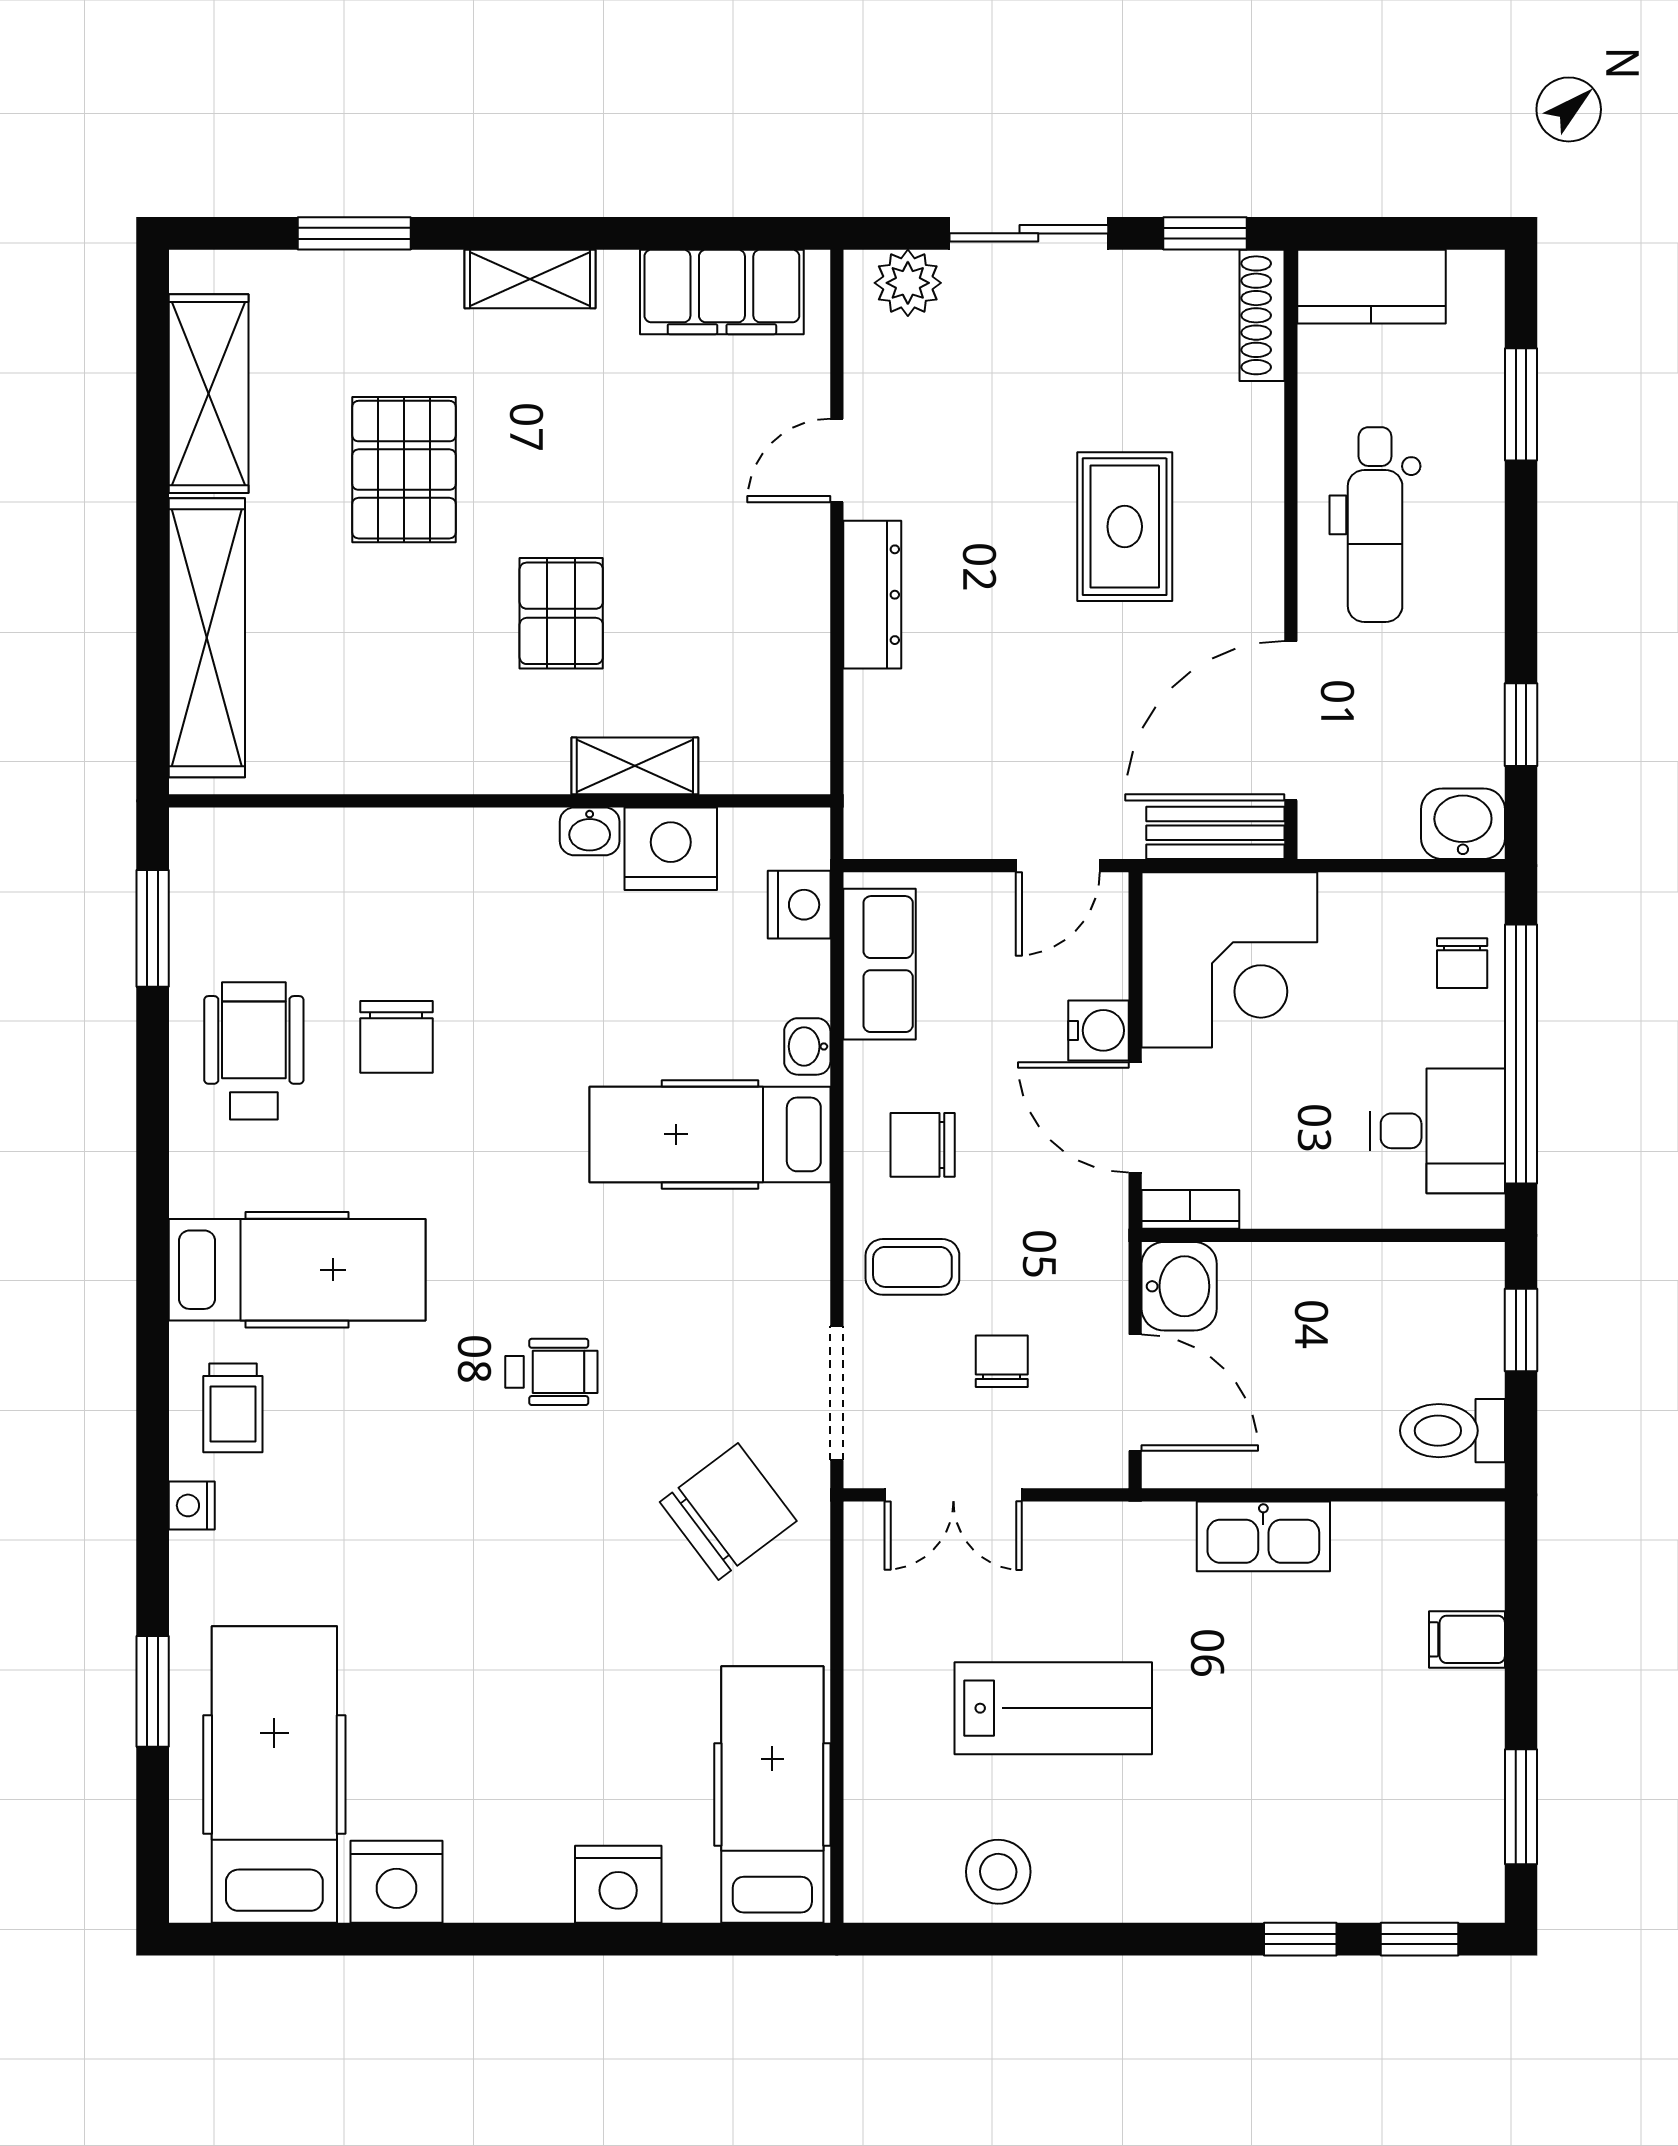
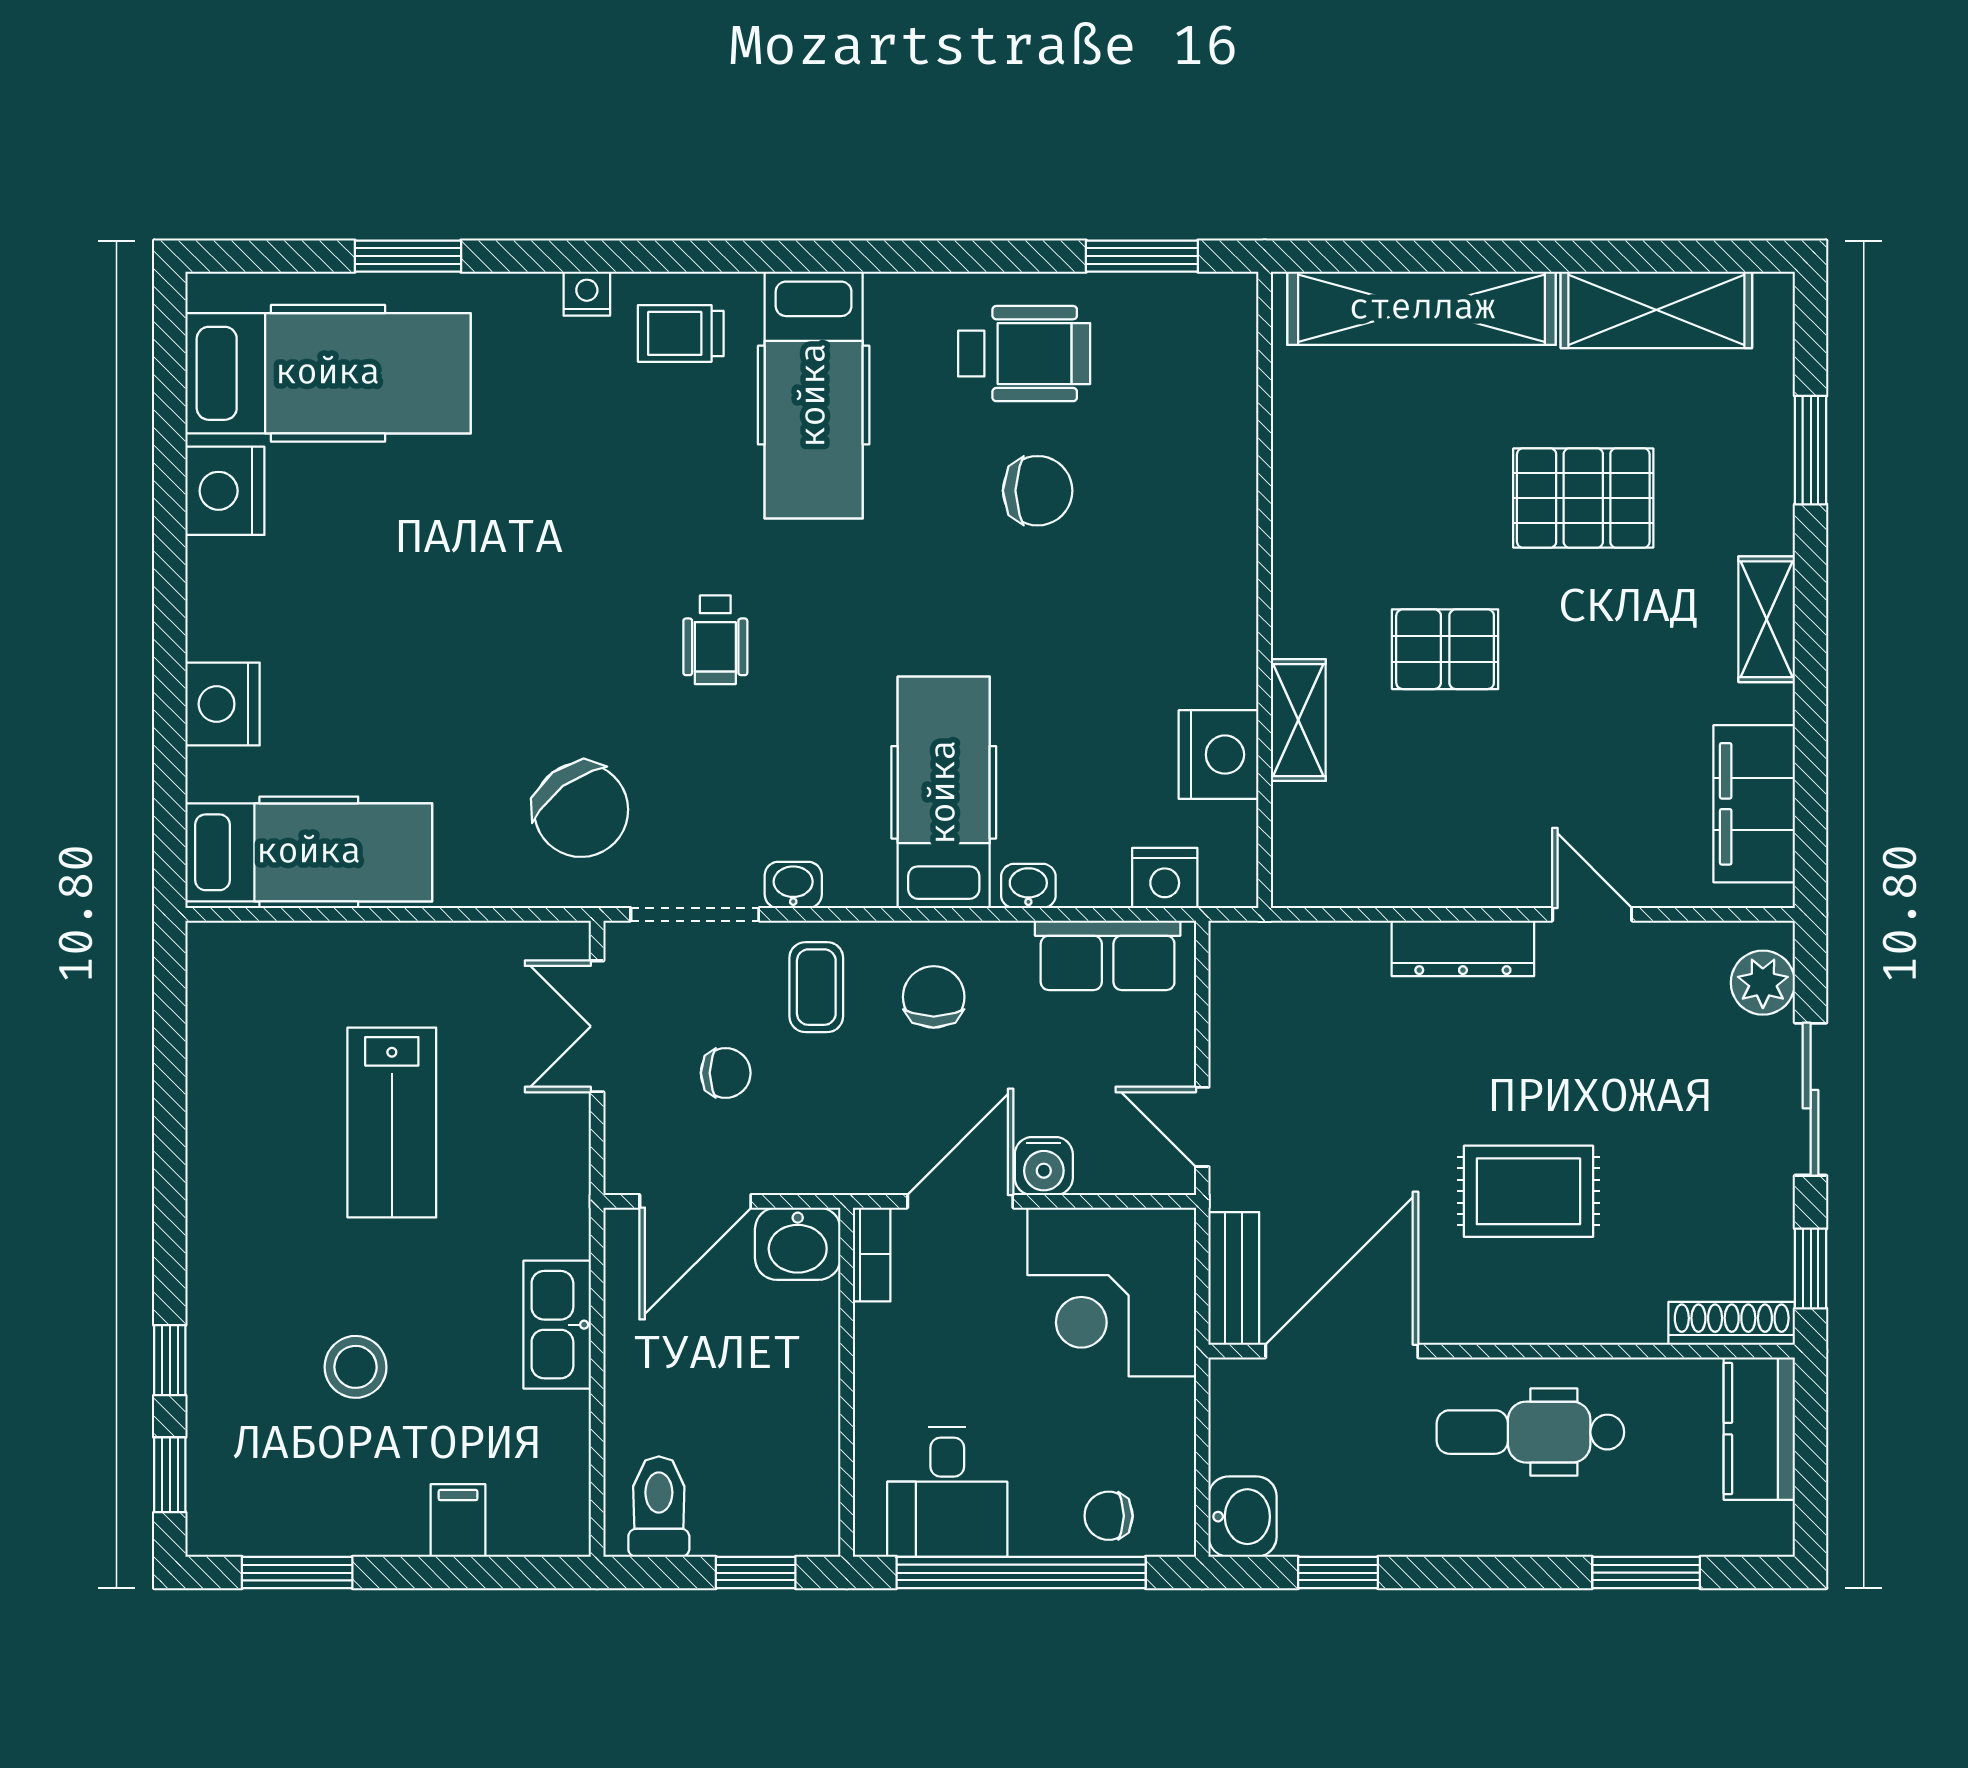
door: (1291, 721) -> (1342, 1351), hinge flipped
washbasin: (590, 831) -> (793, 885), moved, turned 90
chair: (396, 1037) -> (1038, 491), turned 180
stool: (998, 1872) -> (356, 1367), moved

